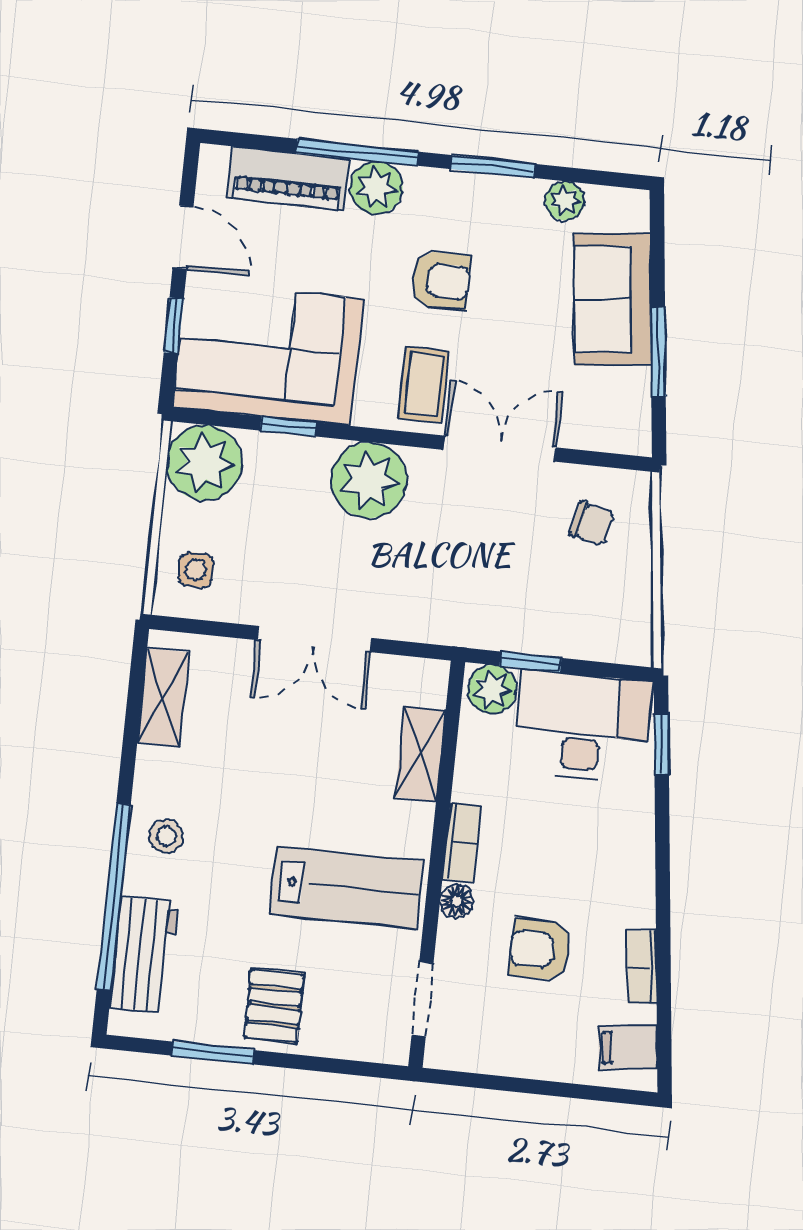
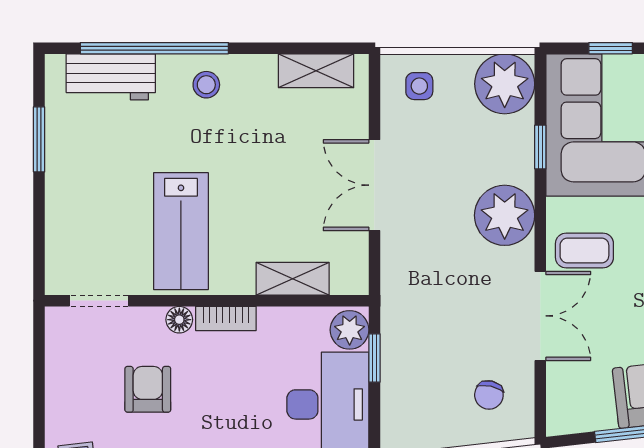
pallet: (274, 1006) -> (81, 184), removed

